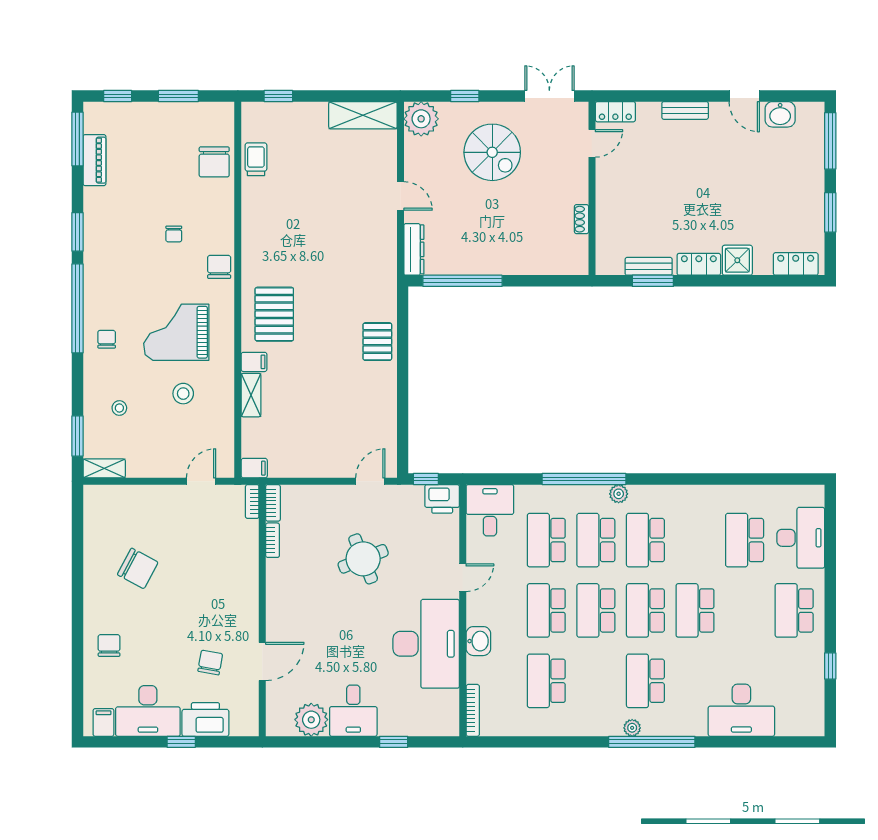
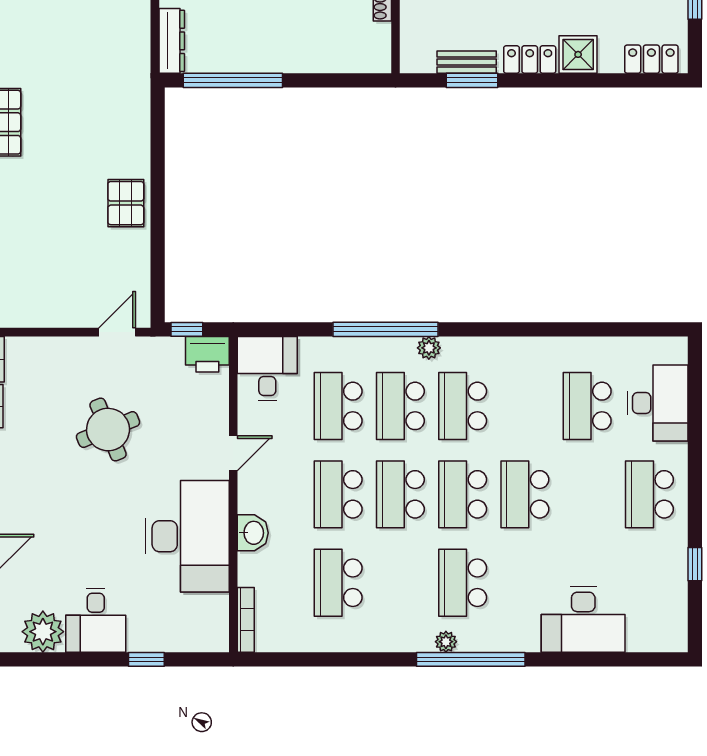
pallet: (377, 342) -> (126, 203), moved

